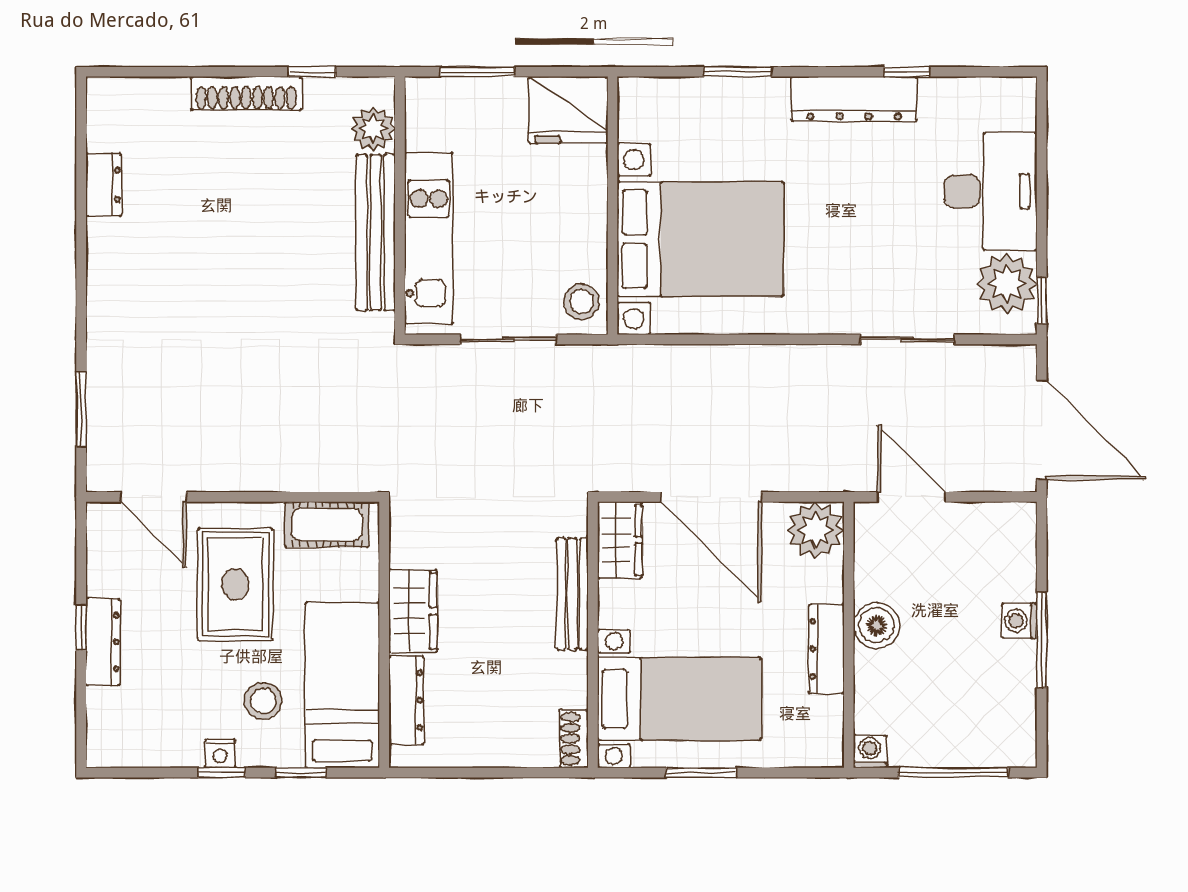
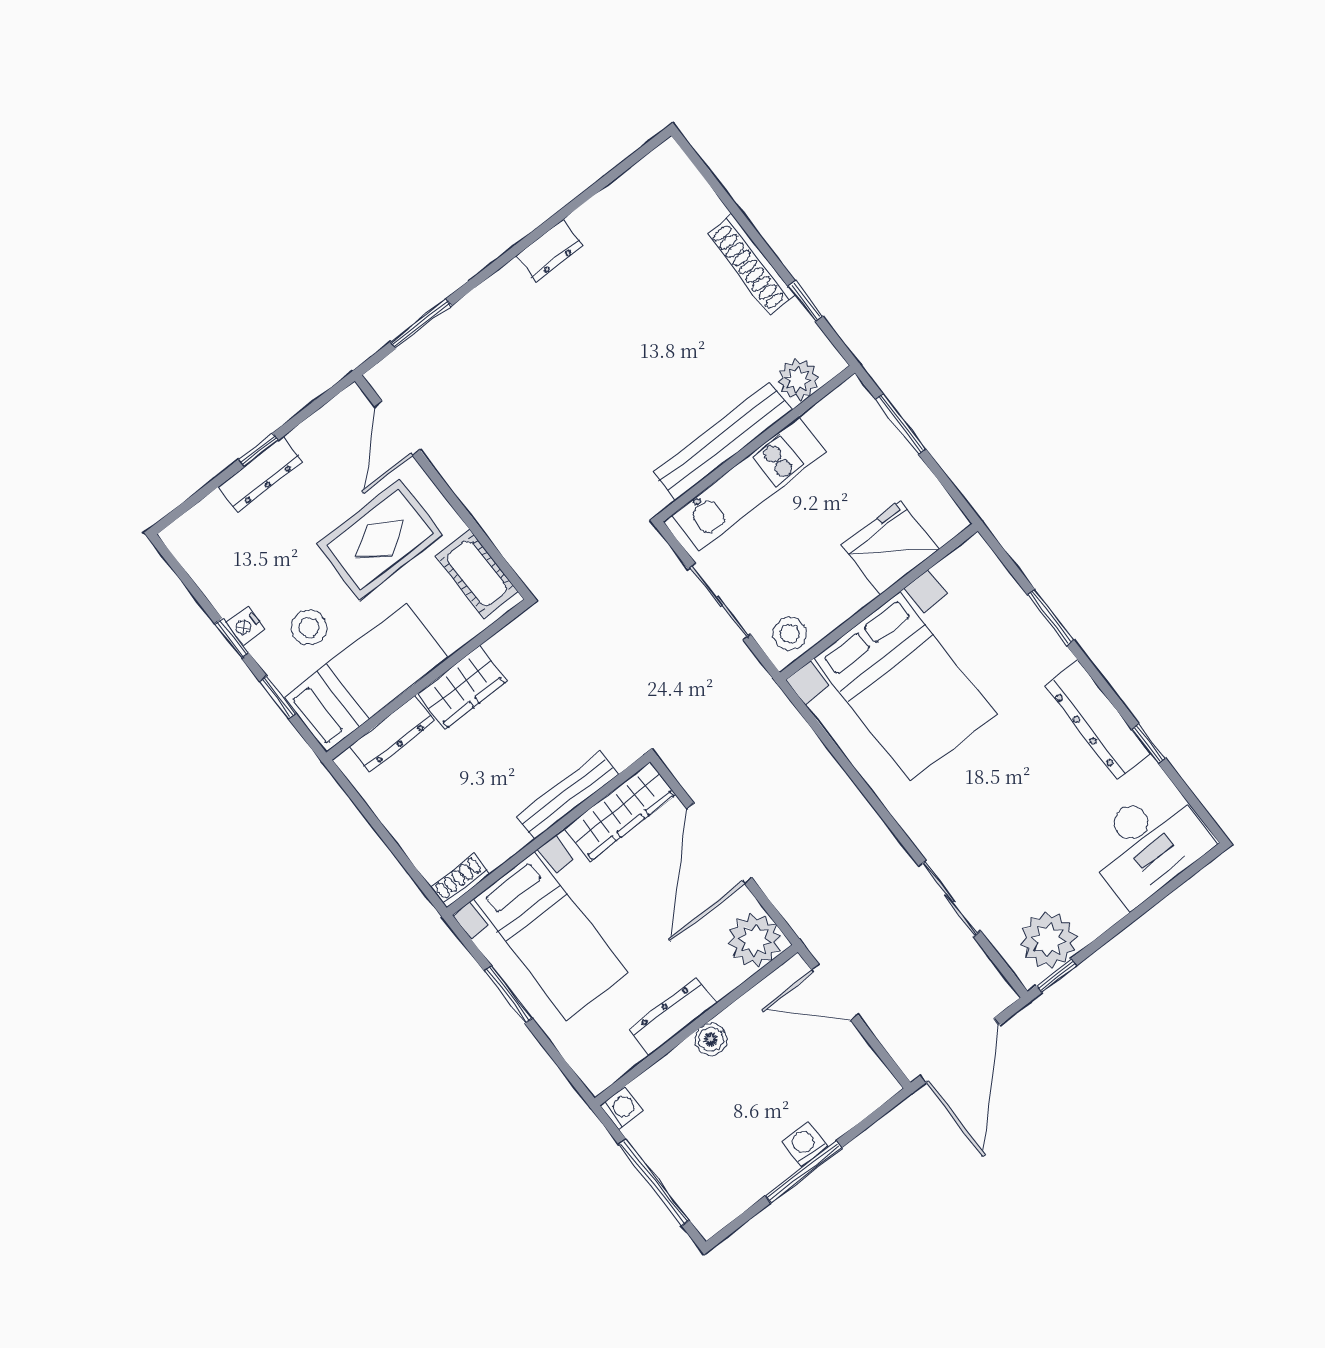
fridge: (568, 110) -> (890, 547), moved, turned 90
dresser: (104, 185) -> (549, 251), moved
desk: (991, 191) -> (1148, 844), moved
door: (912, 497) -> (835, 992), swing flipped
wardrobe: (620, 540) -> (620, 811), width x1.50
boiler: (876, 625) -> (711, 1039), width x0.73, depth x0.73

